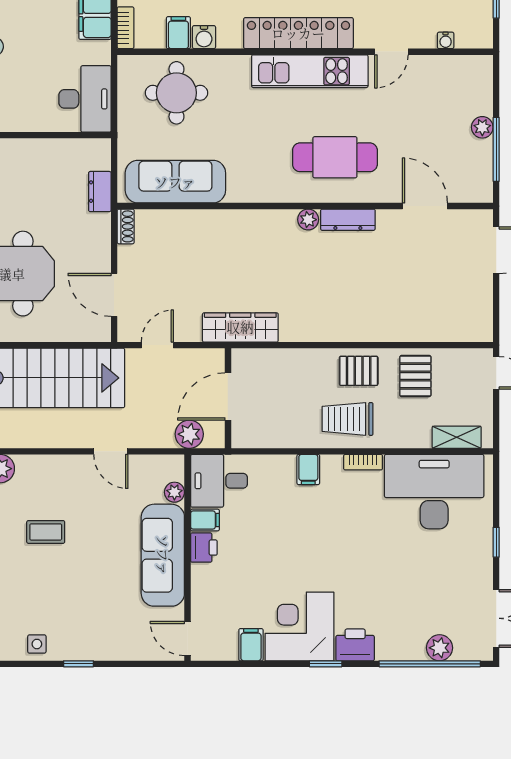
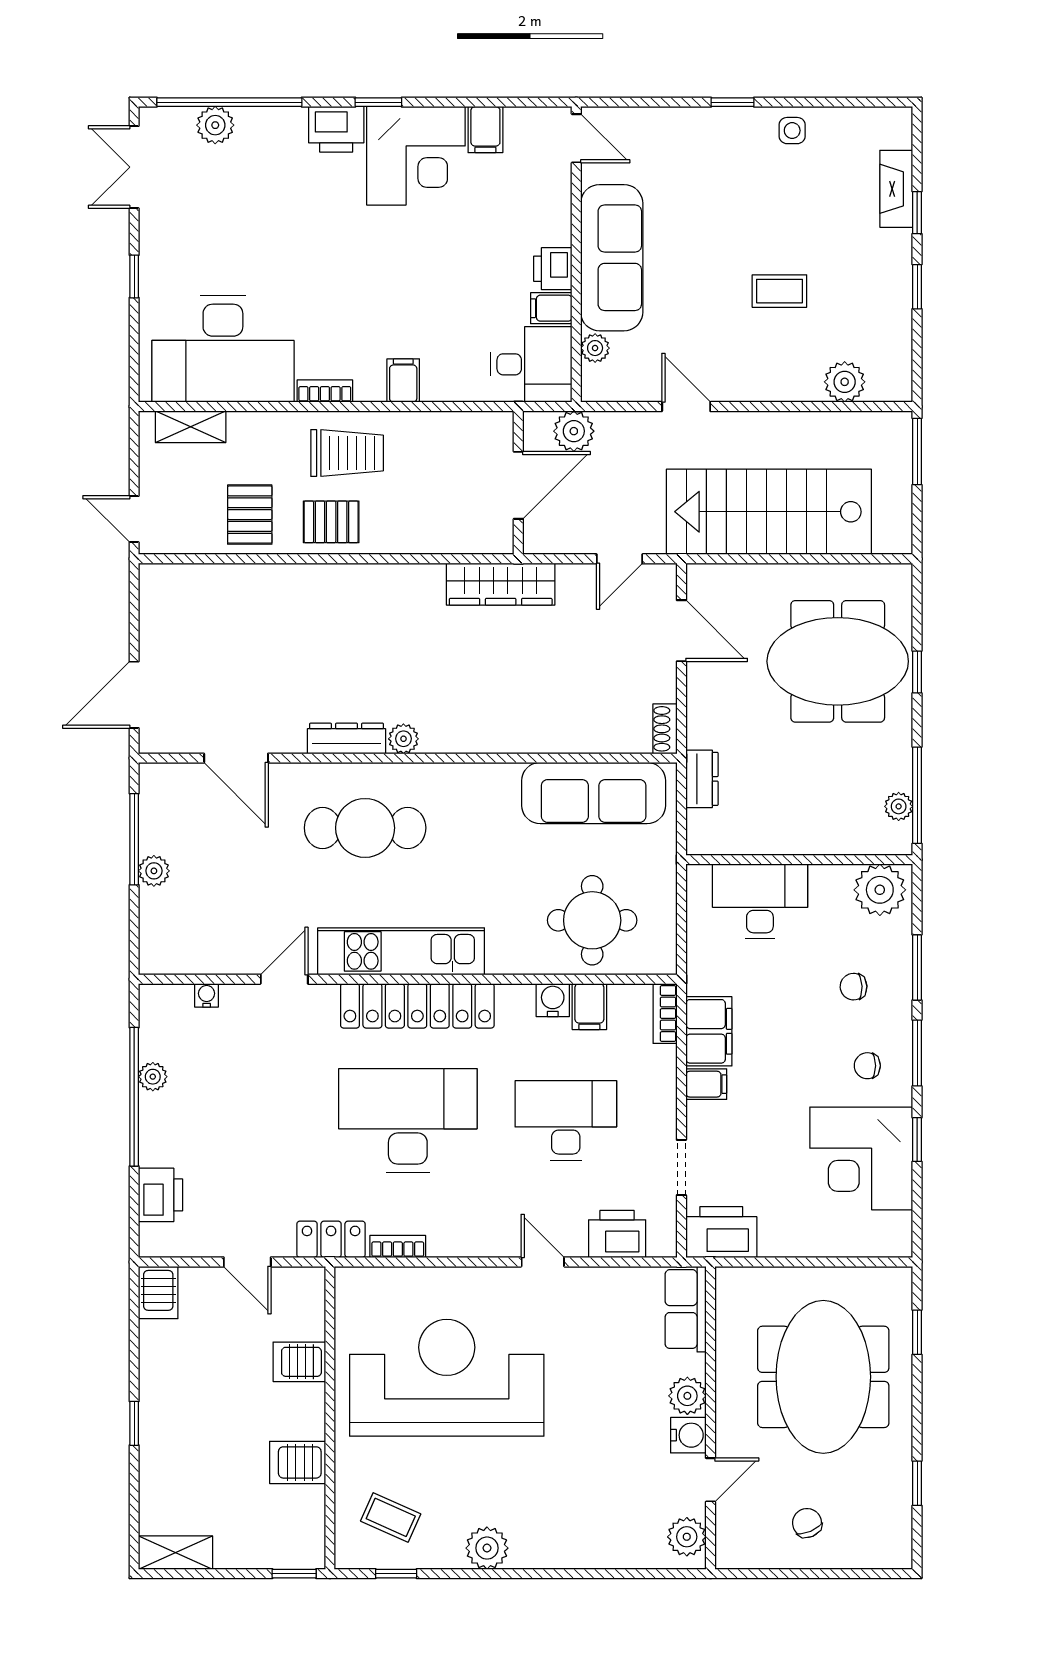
desk: (85, 99) -> (760, 901), moved, turned 90

